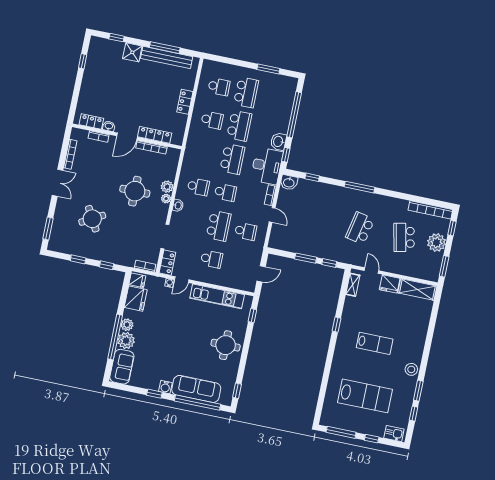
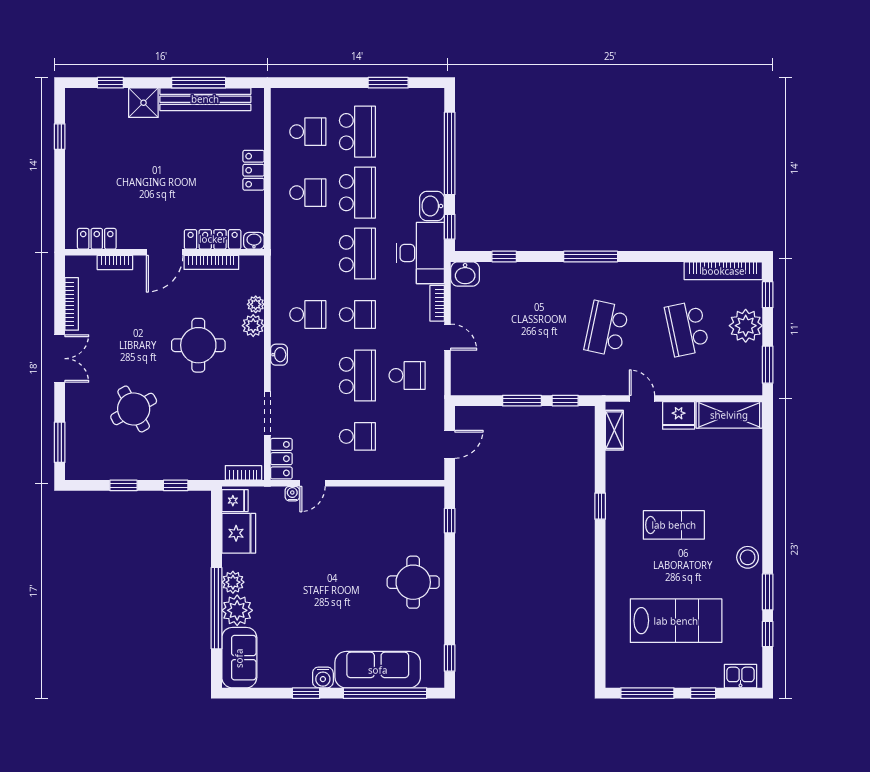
washbasin: (109, 126) -> (254, 241), moved
plant: (166, 199) -> (256, 304), moved
kitchen unit: (217, 296) -> (381, 500), removed

